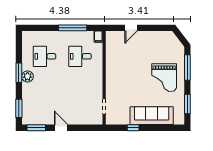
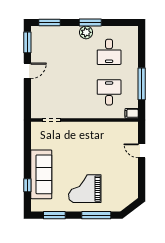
desk: (45, 56) -> (109, 52), turned 180
window: (133, 128) -> (27, 185), moved

